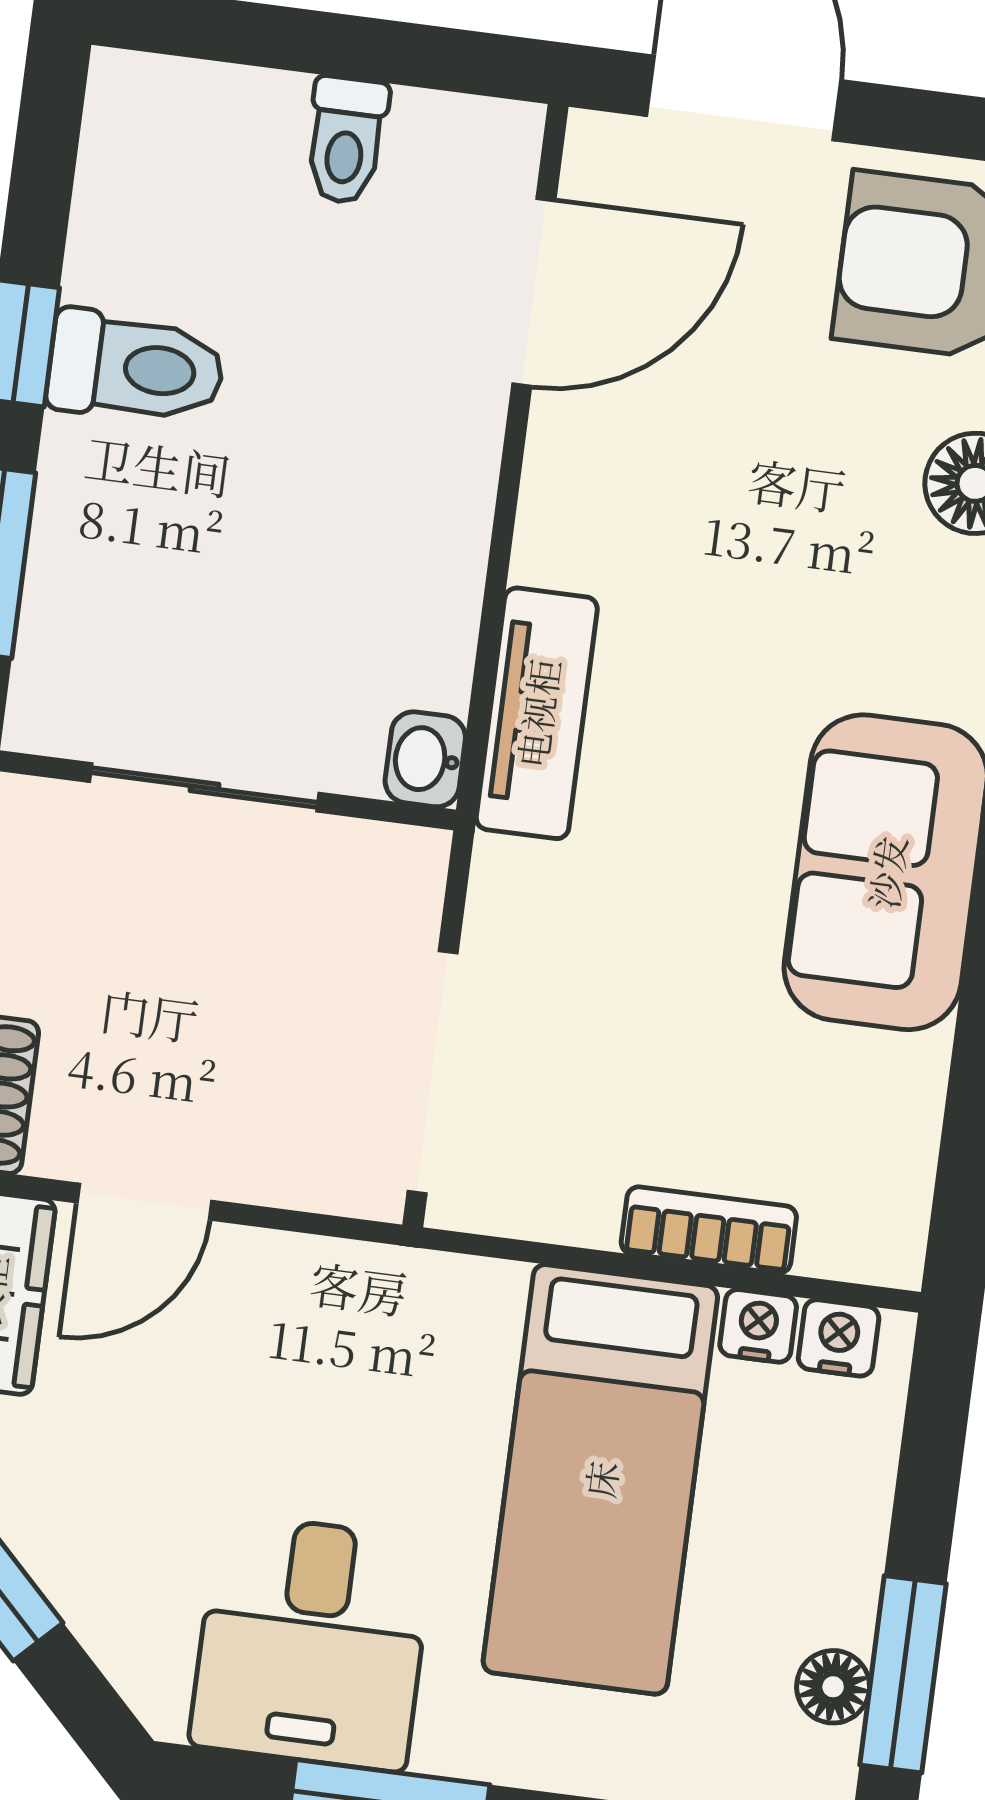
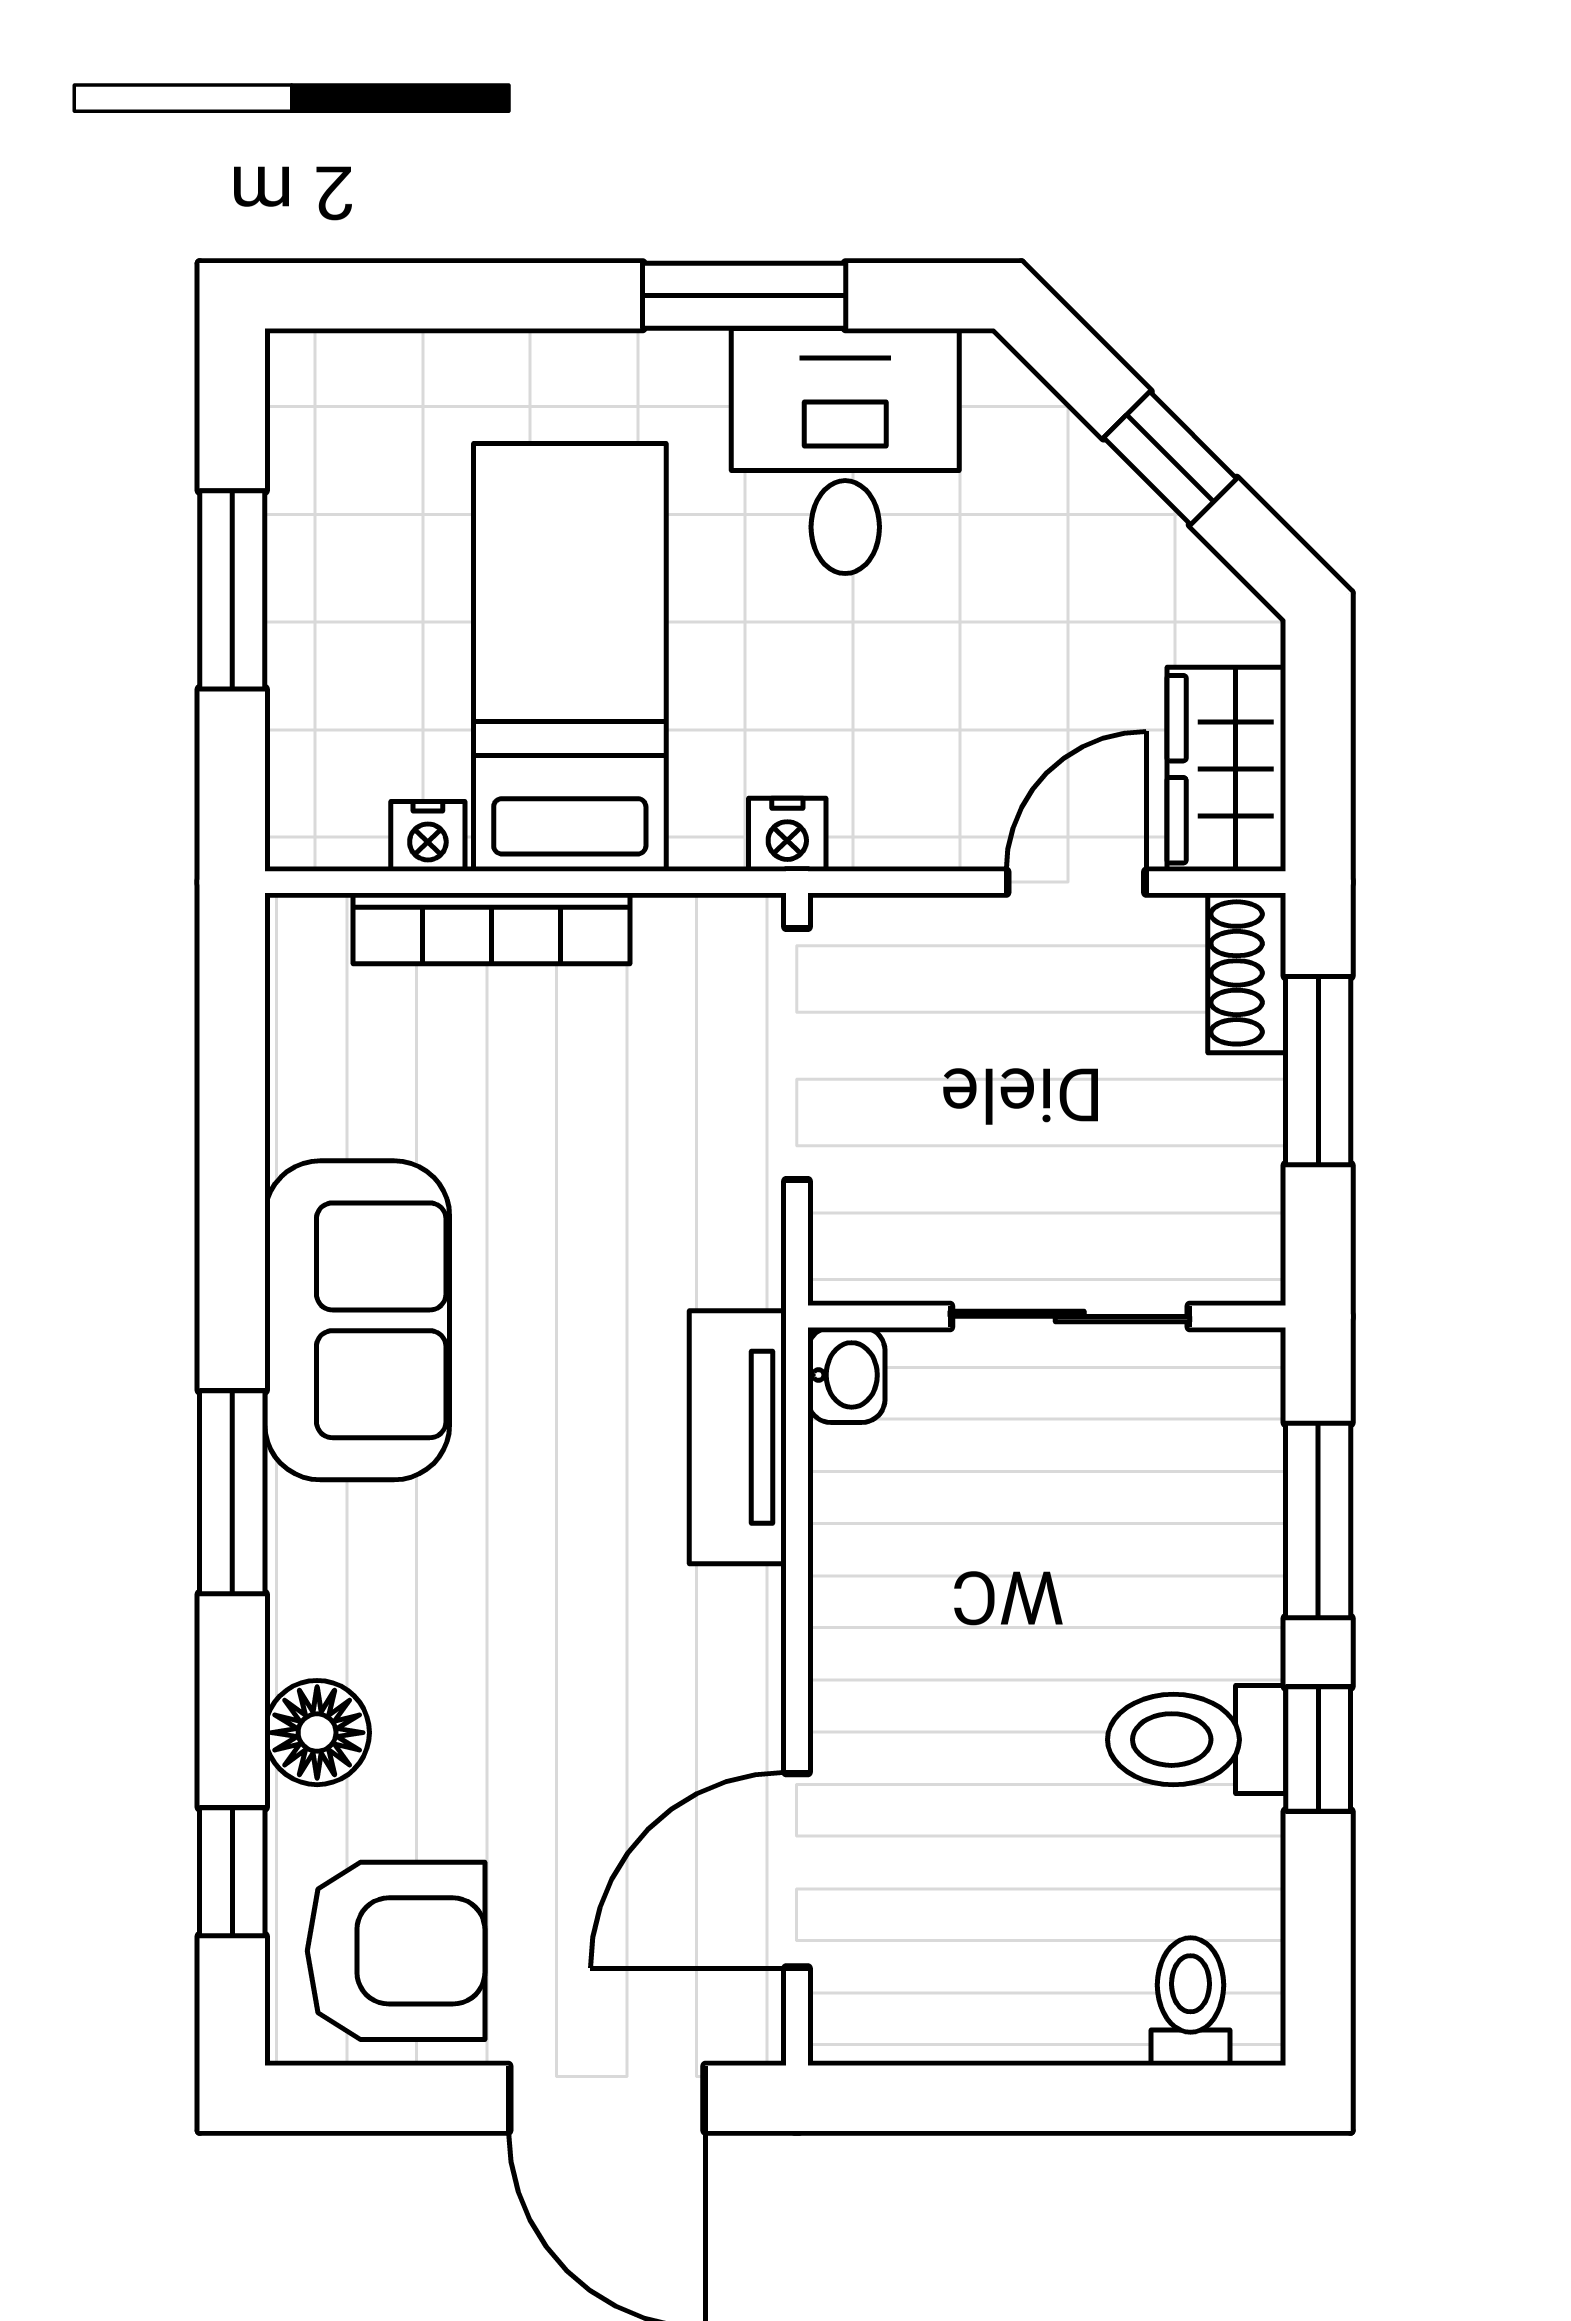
toilet: (346, 140) -> (1191, 2002), moved
bookcase: (709, 1230) -> (492, 928), width x1.56
nightstand: (839, 1338) -> (787, 835), moved
window: (903, 1674) -> (232, 590), moved
floor lamp: (833, 1687) -> (303, 475), removed

